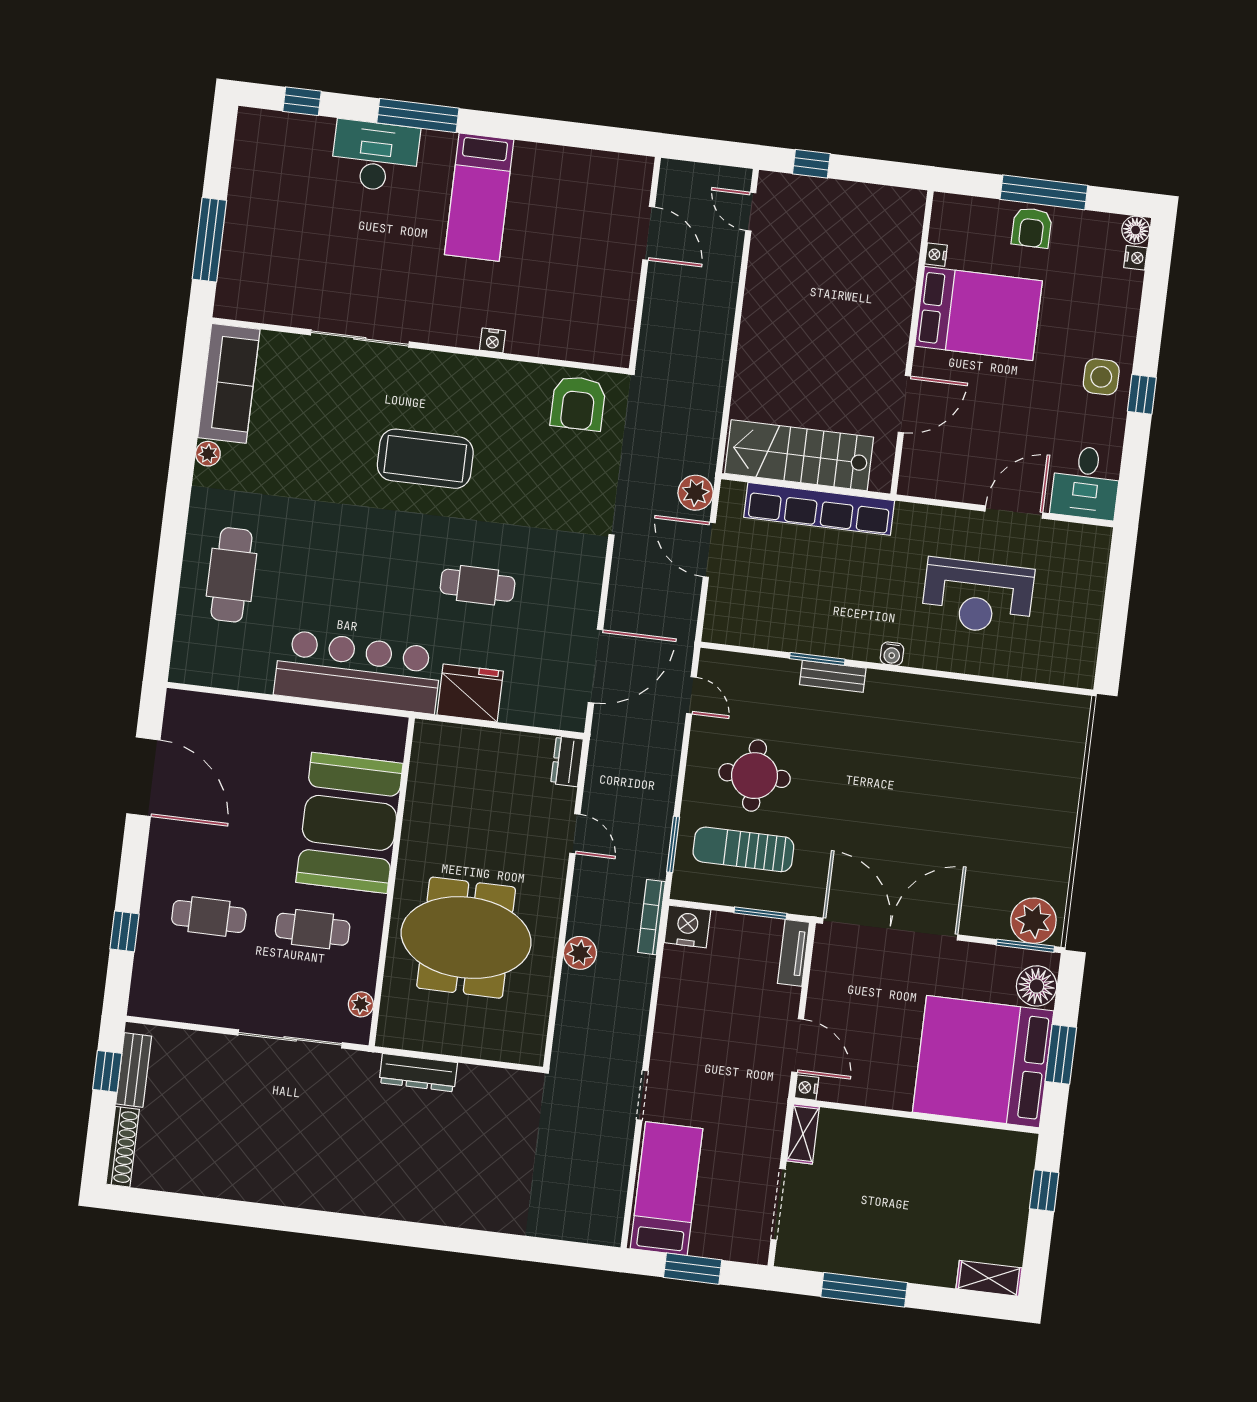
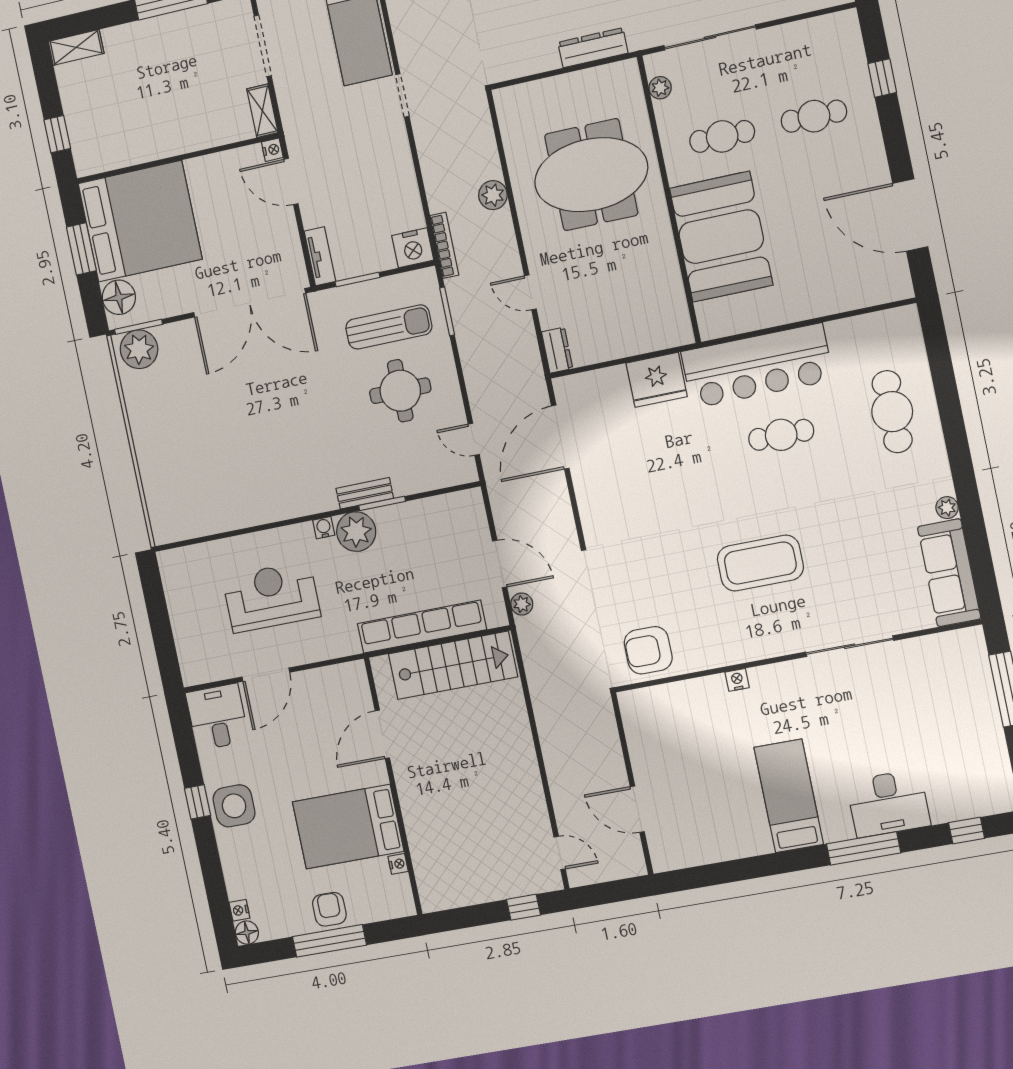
side table: (1101, 377) -> (234, 806), width x1.37, depth x1.37
armchair: (578, 403) -> (648, 650), turned -90
plant: (695, 493) -> (522, 604), width x0.73, depth x0.73
cafe table: (478, 585) -> (781, 435), moved
plant: (857, 637) -> (356, 532), added

